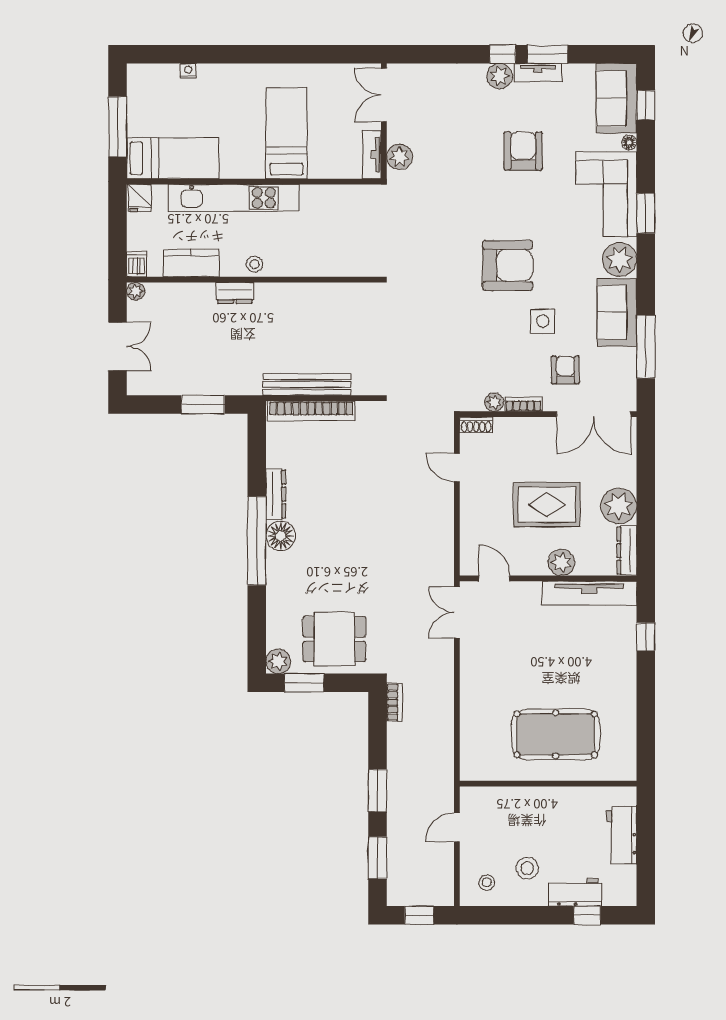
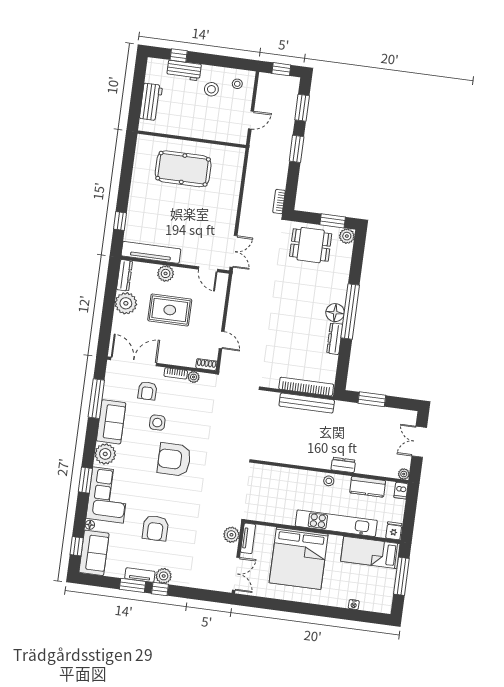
bed: (287, 133) -> (299, 558), width x2.04

